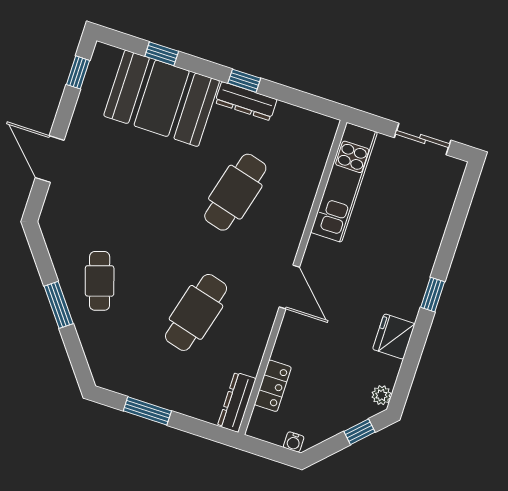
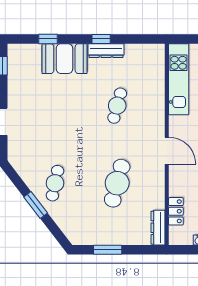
booth: (162, 98) -> (64, 59), width x0.73, depth x0.70
cafe table: (235, 192) -> (117, 106), width x0.73, depth x0.74
cafe table: (100, 281) -> (55, 183), turned 30

